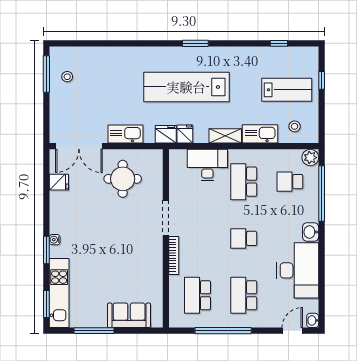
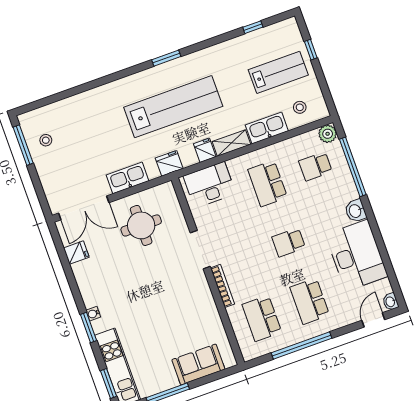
lab bench: (186, 87) -> (173, 107), turned 180
fridge: (185, 134) -> (205, 150), moved
desk: (207, 165) -> (209, 185), moved

